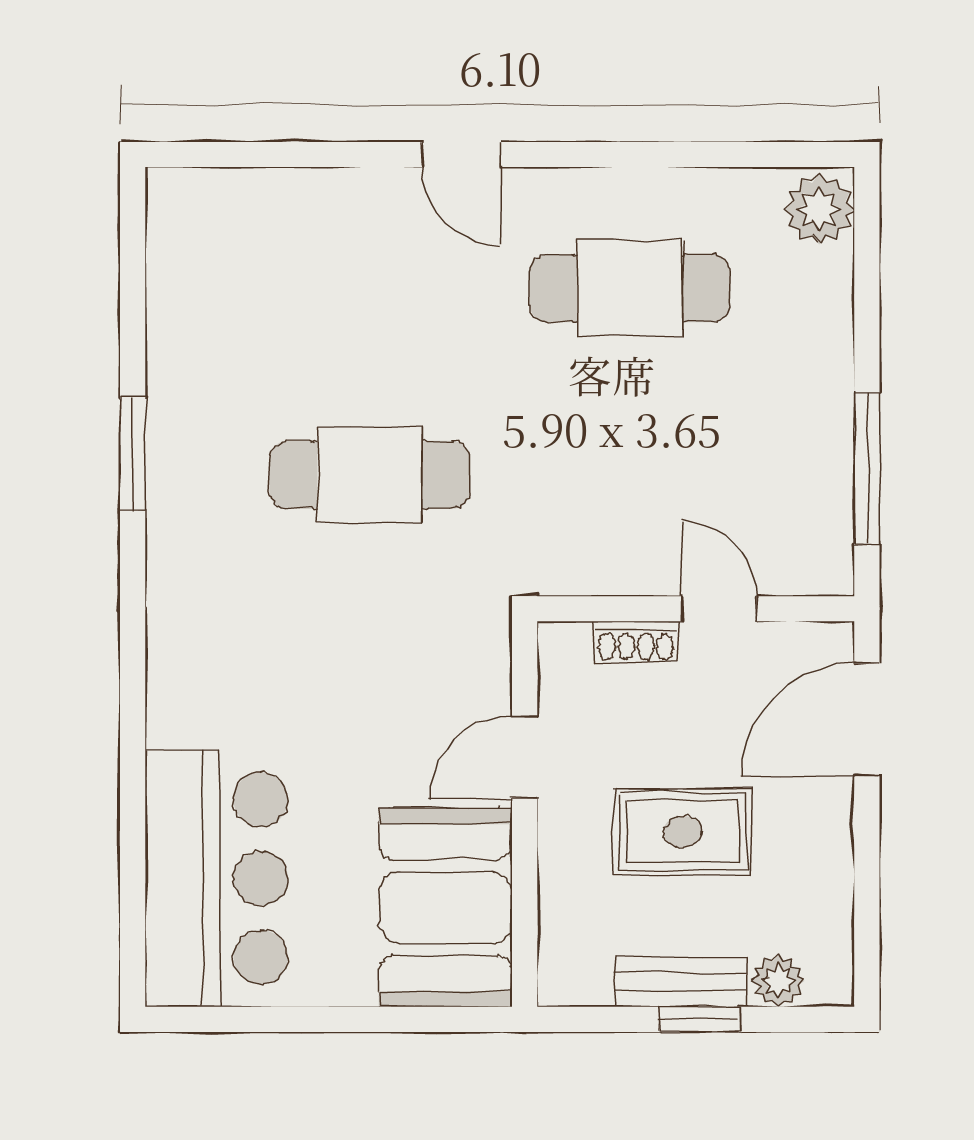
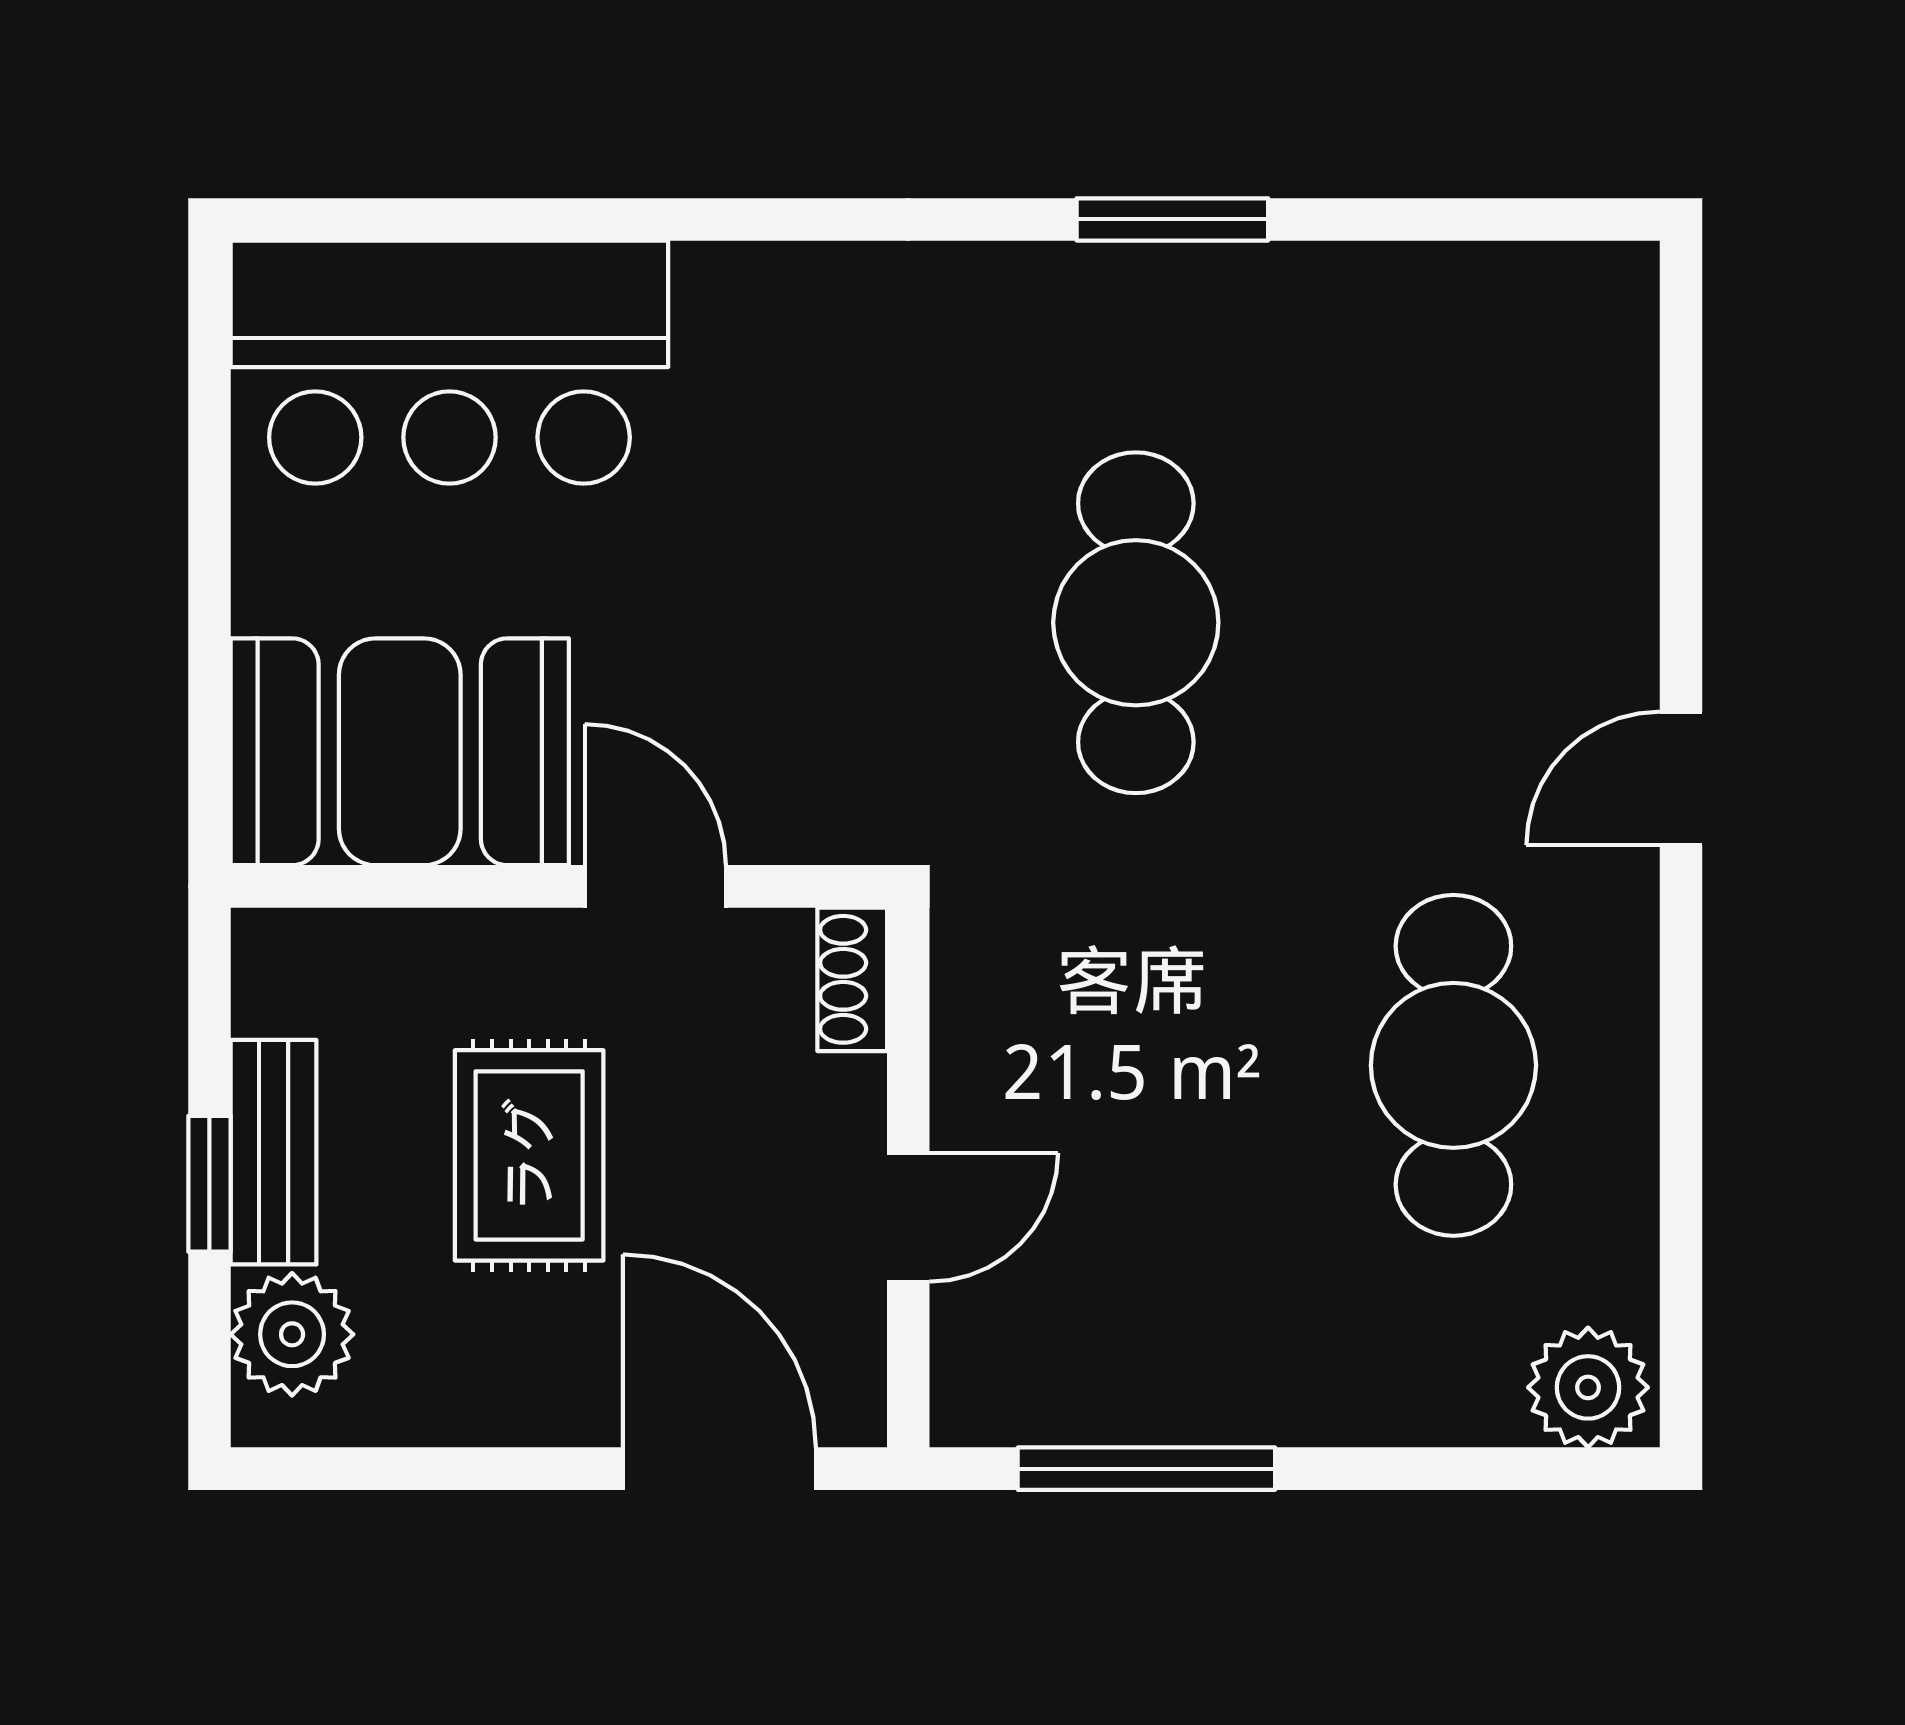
shoe rack: (636, 642) -> (852, 979), moved
plant: (778, 981) -> (292, 1334), width x1.38, depth x1.38

